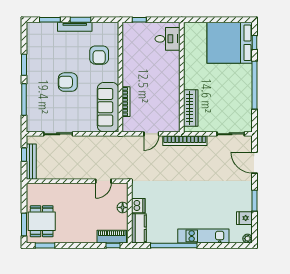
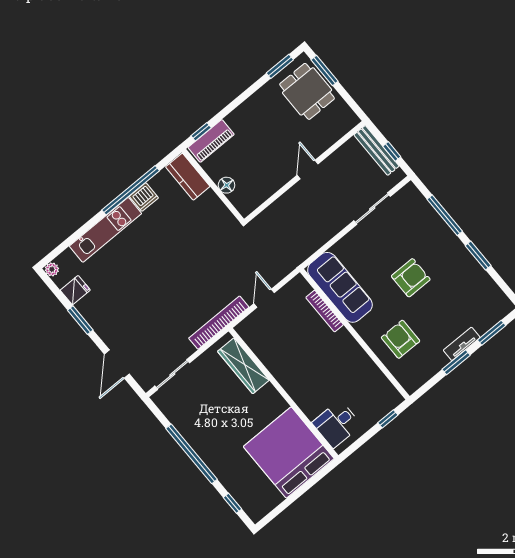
tv unit: (75, 27) -> (462, 344), width x0.71
bed: (230, 43) -> (289, 453), moved, turned -90
door: (254, 163) -> (117, 364), swing flipped
door: (103, 181) -> (308, 169), moved
dishwasher: (138, 206) -> (144, 197), moved, turned -90

